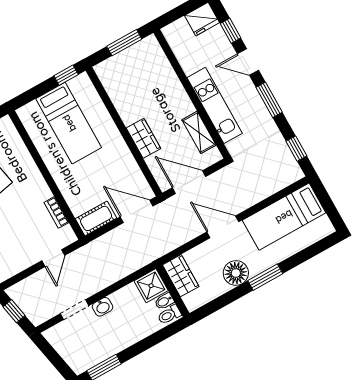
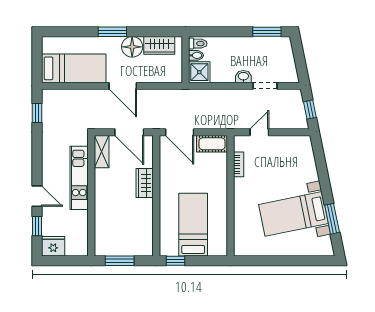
window: (269, 100) -> (37, 160), removed
shelving: (199, 132) -> (102, 152), moved
wardrobe: (181, 276) -> (159, 45), moved, turned -90

